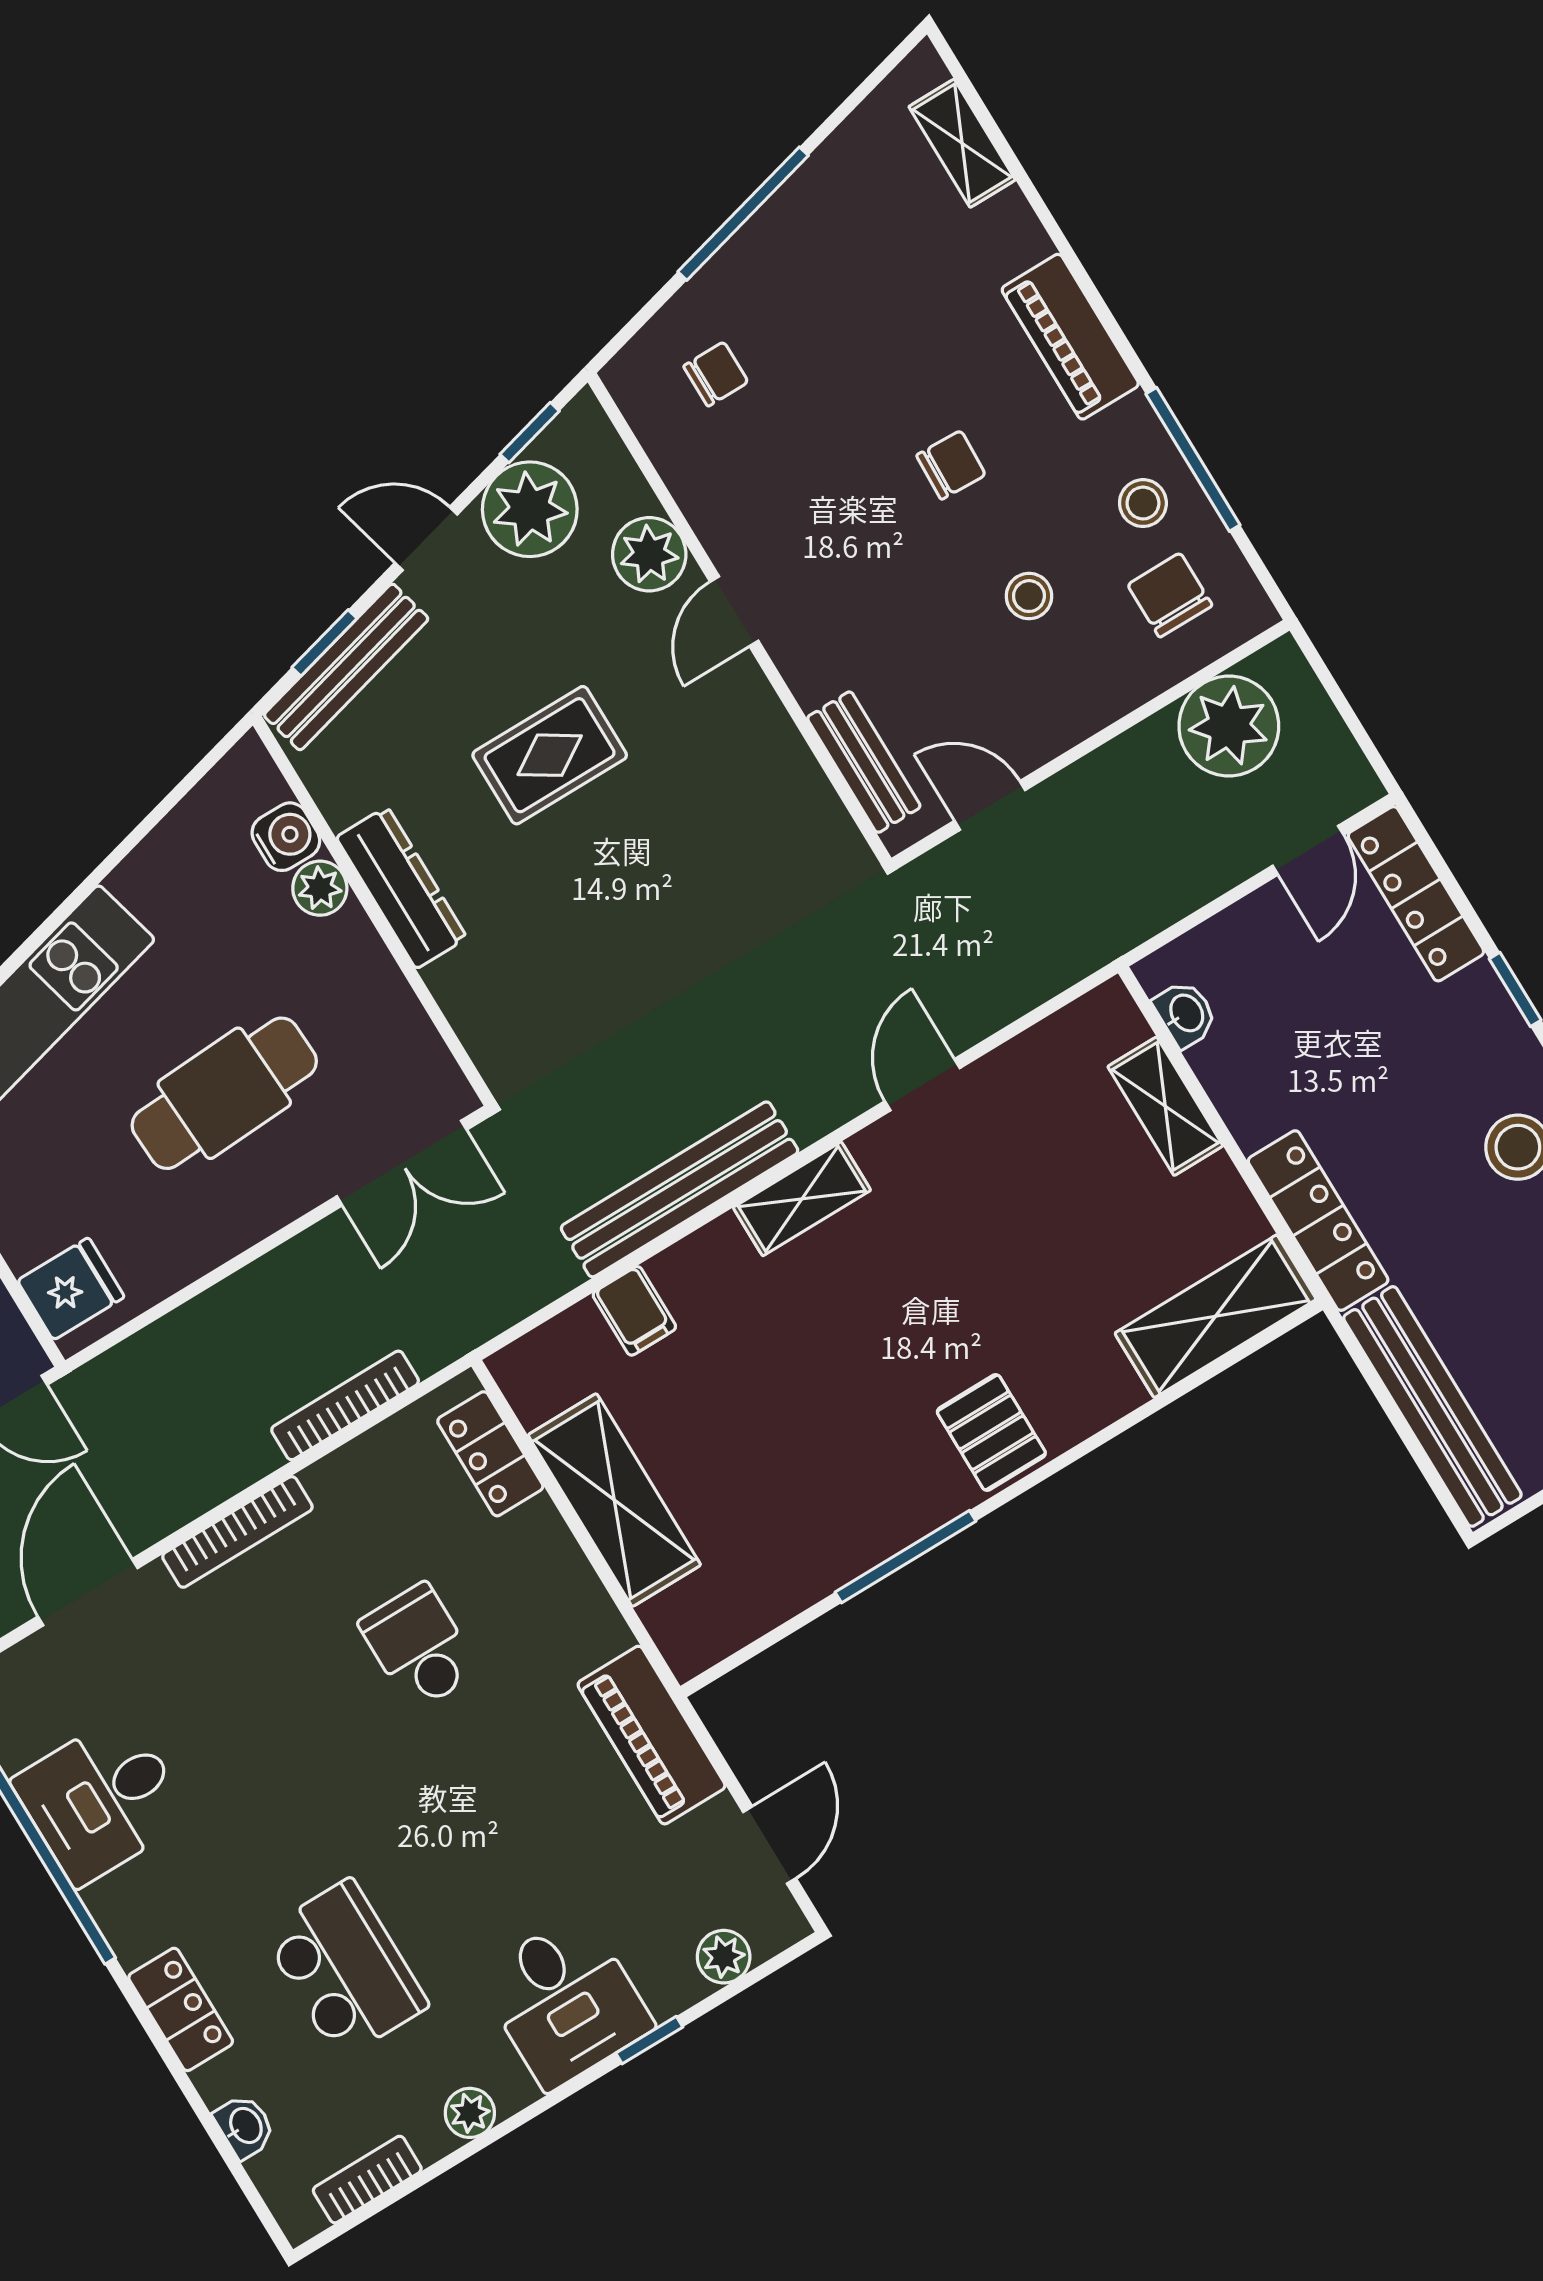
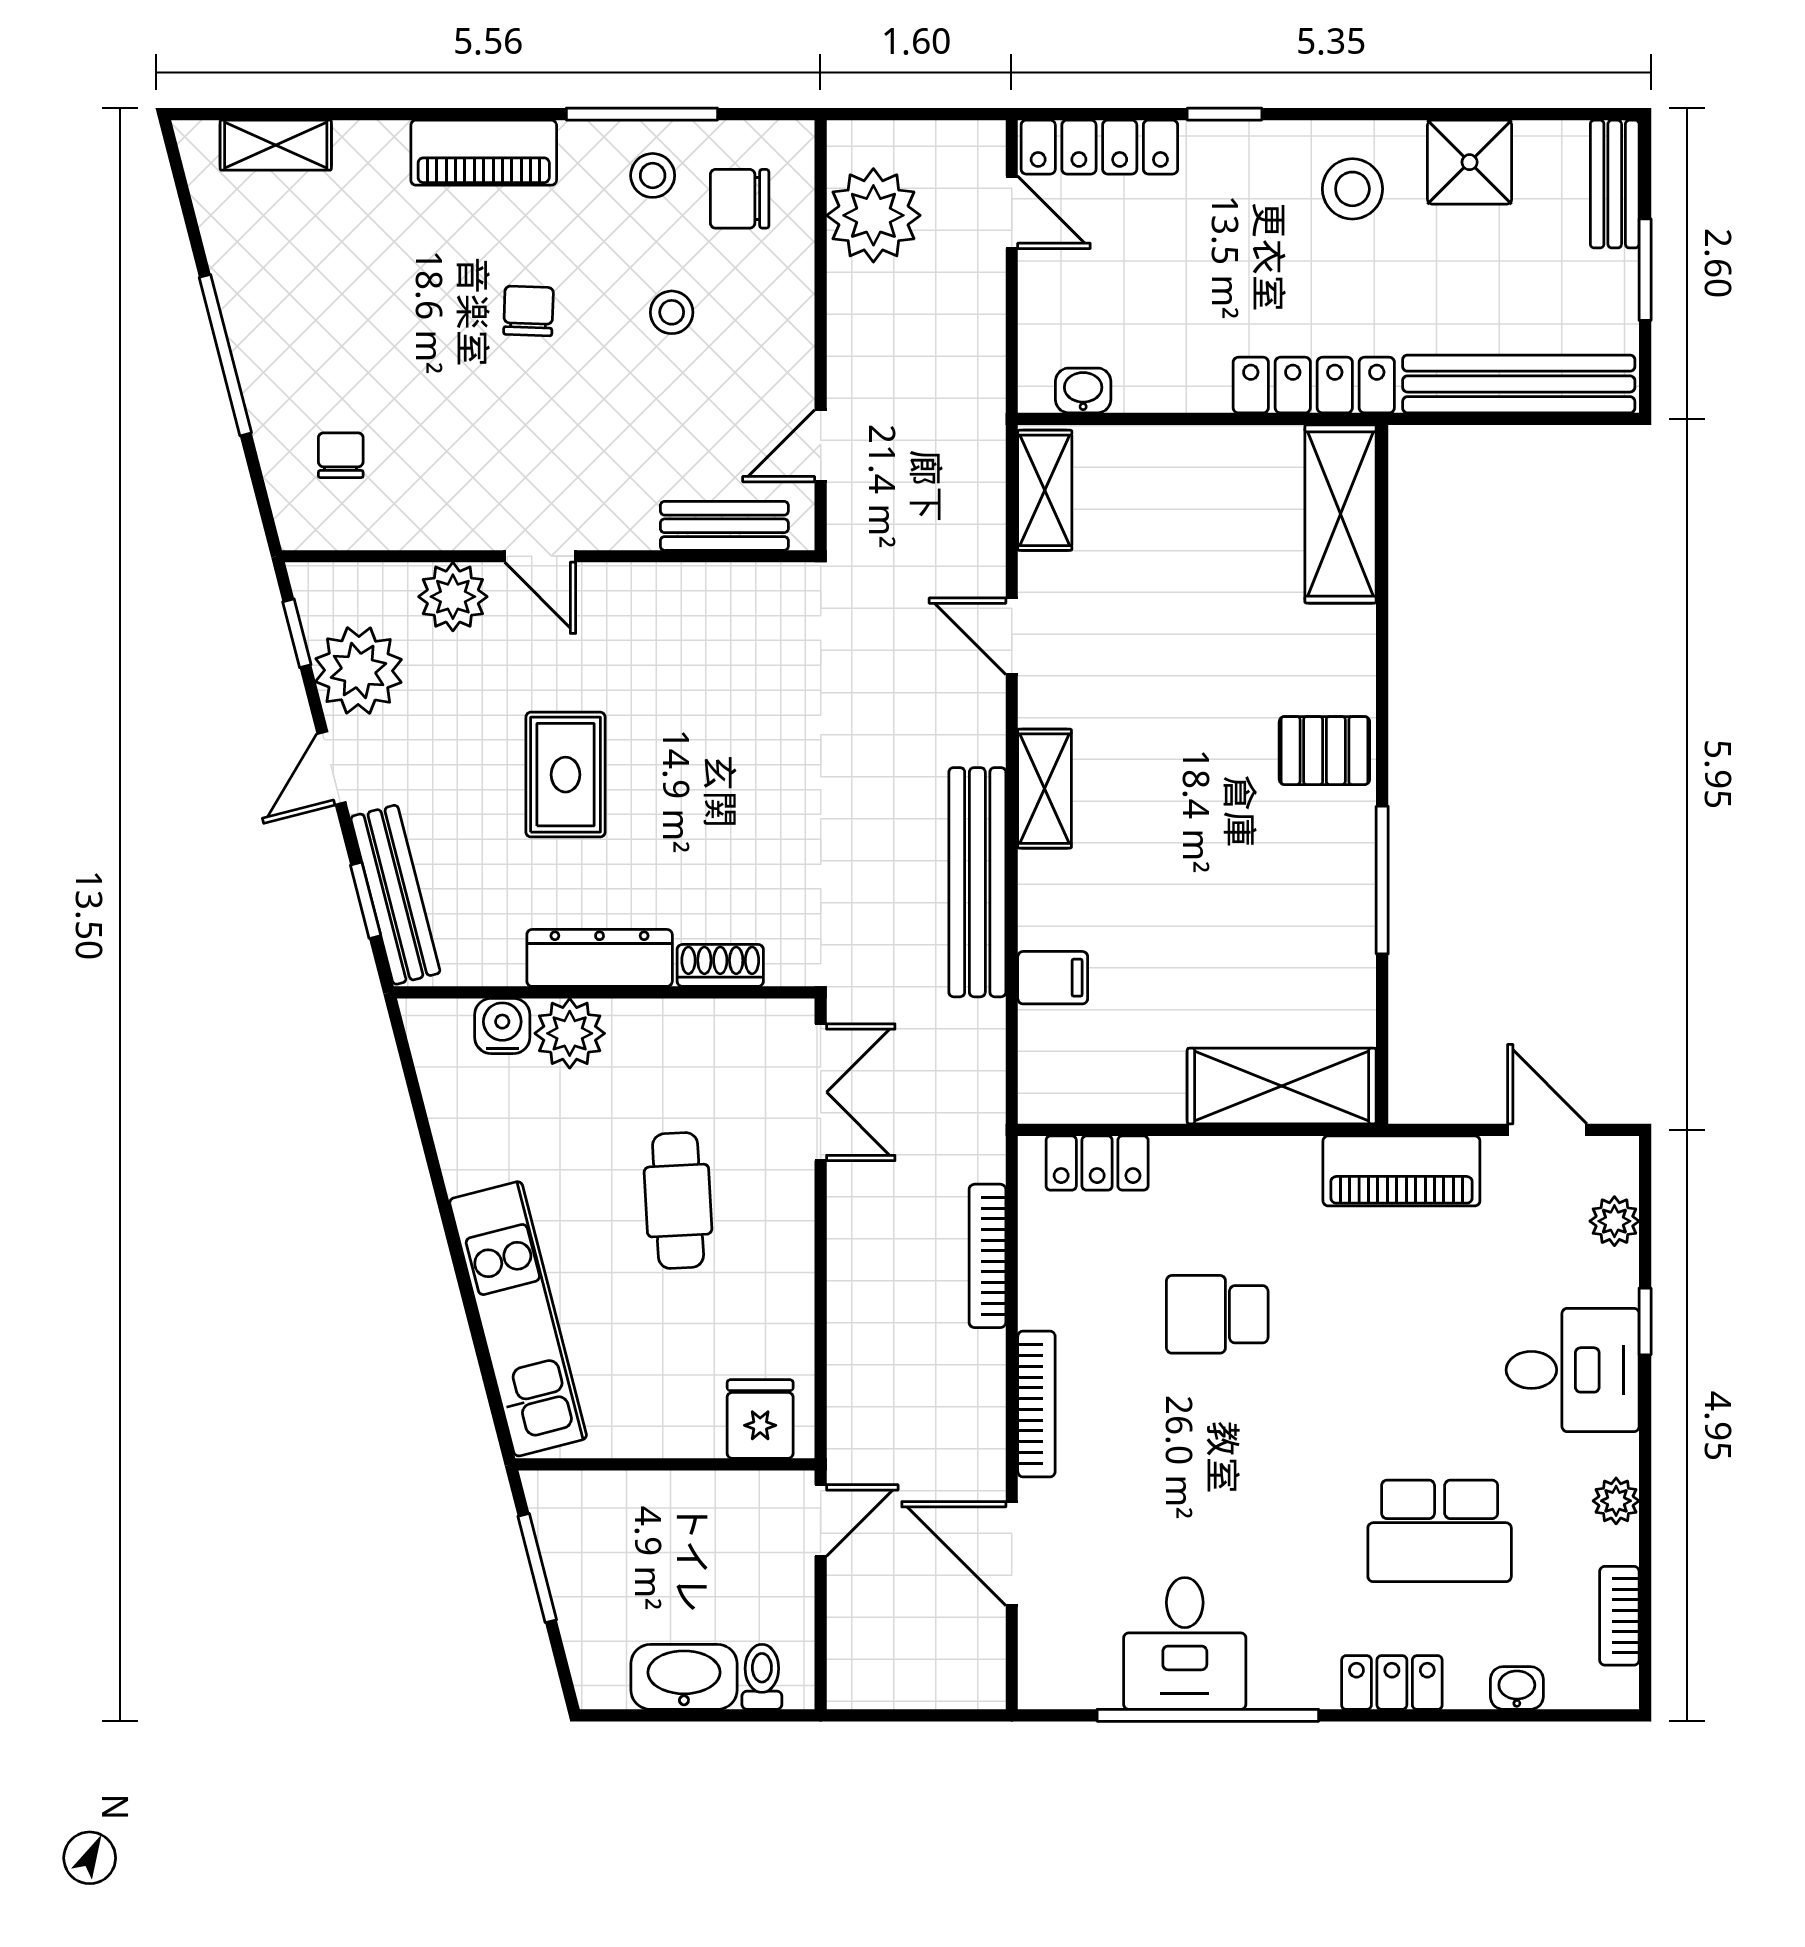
plant: (320, 888) -> (570, 1033), width x1.38, depth x1.38
shoe rack: (462, 1002) -> (720, 965), added
cafe table: (224, 1093) -> (678, 1201), width x0.73, depth x0.74
shelving: (1165, 1106) -> (1045, 490), moved, turned 90
shelving: (614, 1500) -> (1282, 1086), moved
school desk: (345, 1969) -> (1440, 1531), turned 180

